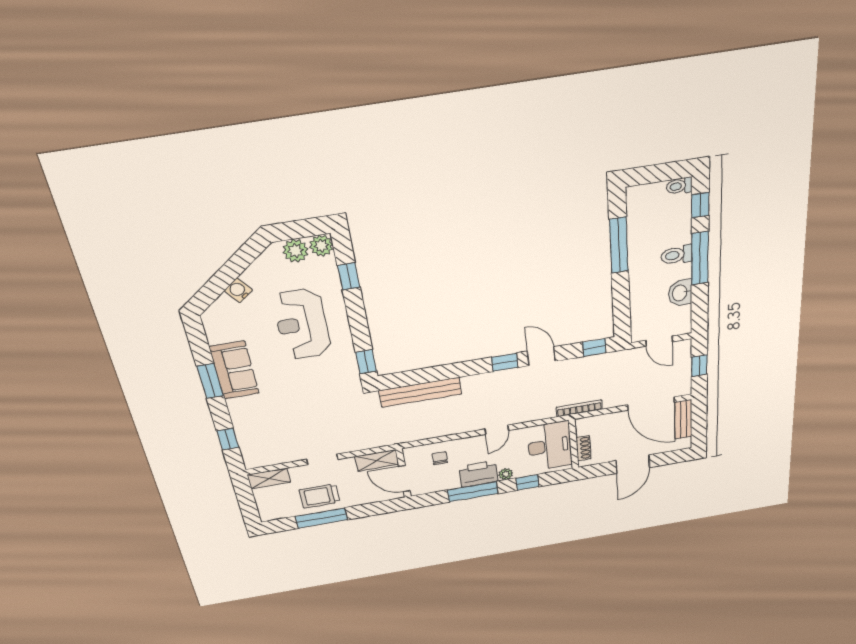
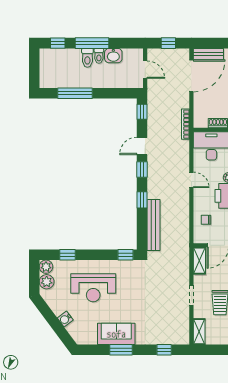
toilet: (679, 186) -> (99, 56), moved
door: (659, 341) -> (145, 70), hinge flipped
window: (457, 370) -> (142, 200), added

